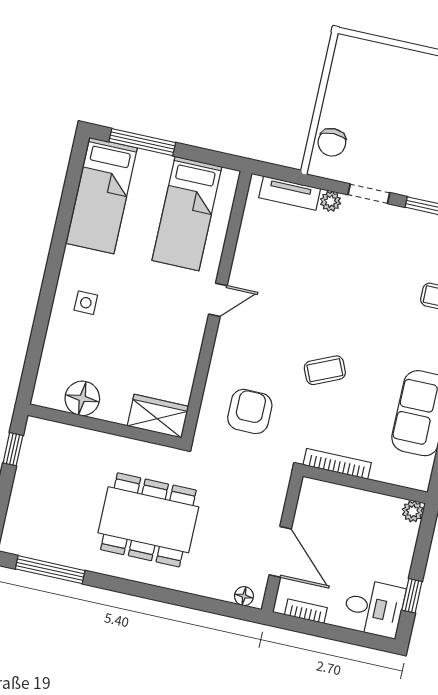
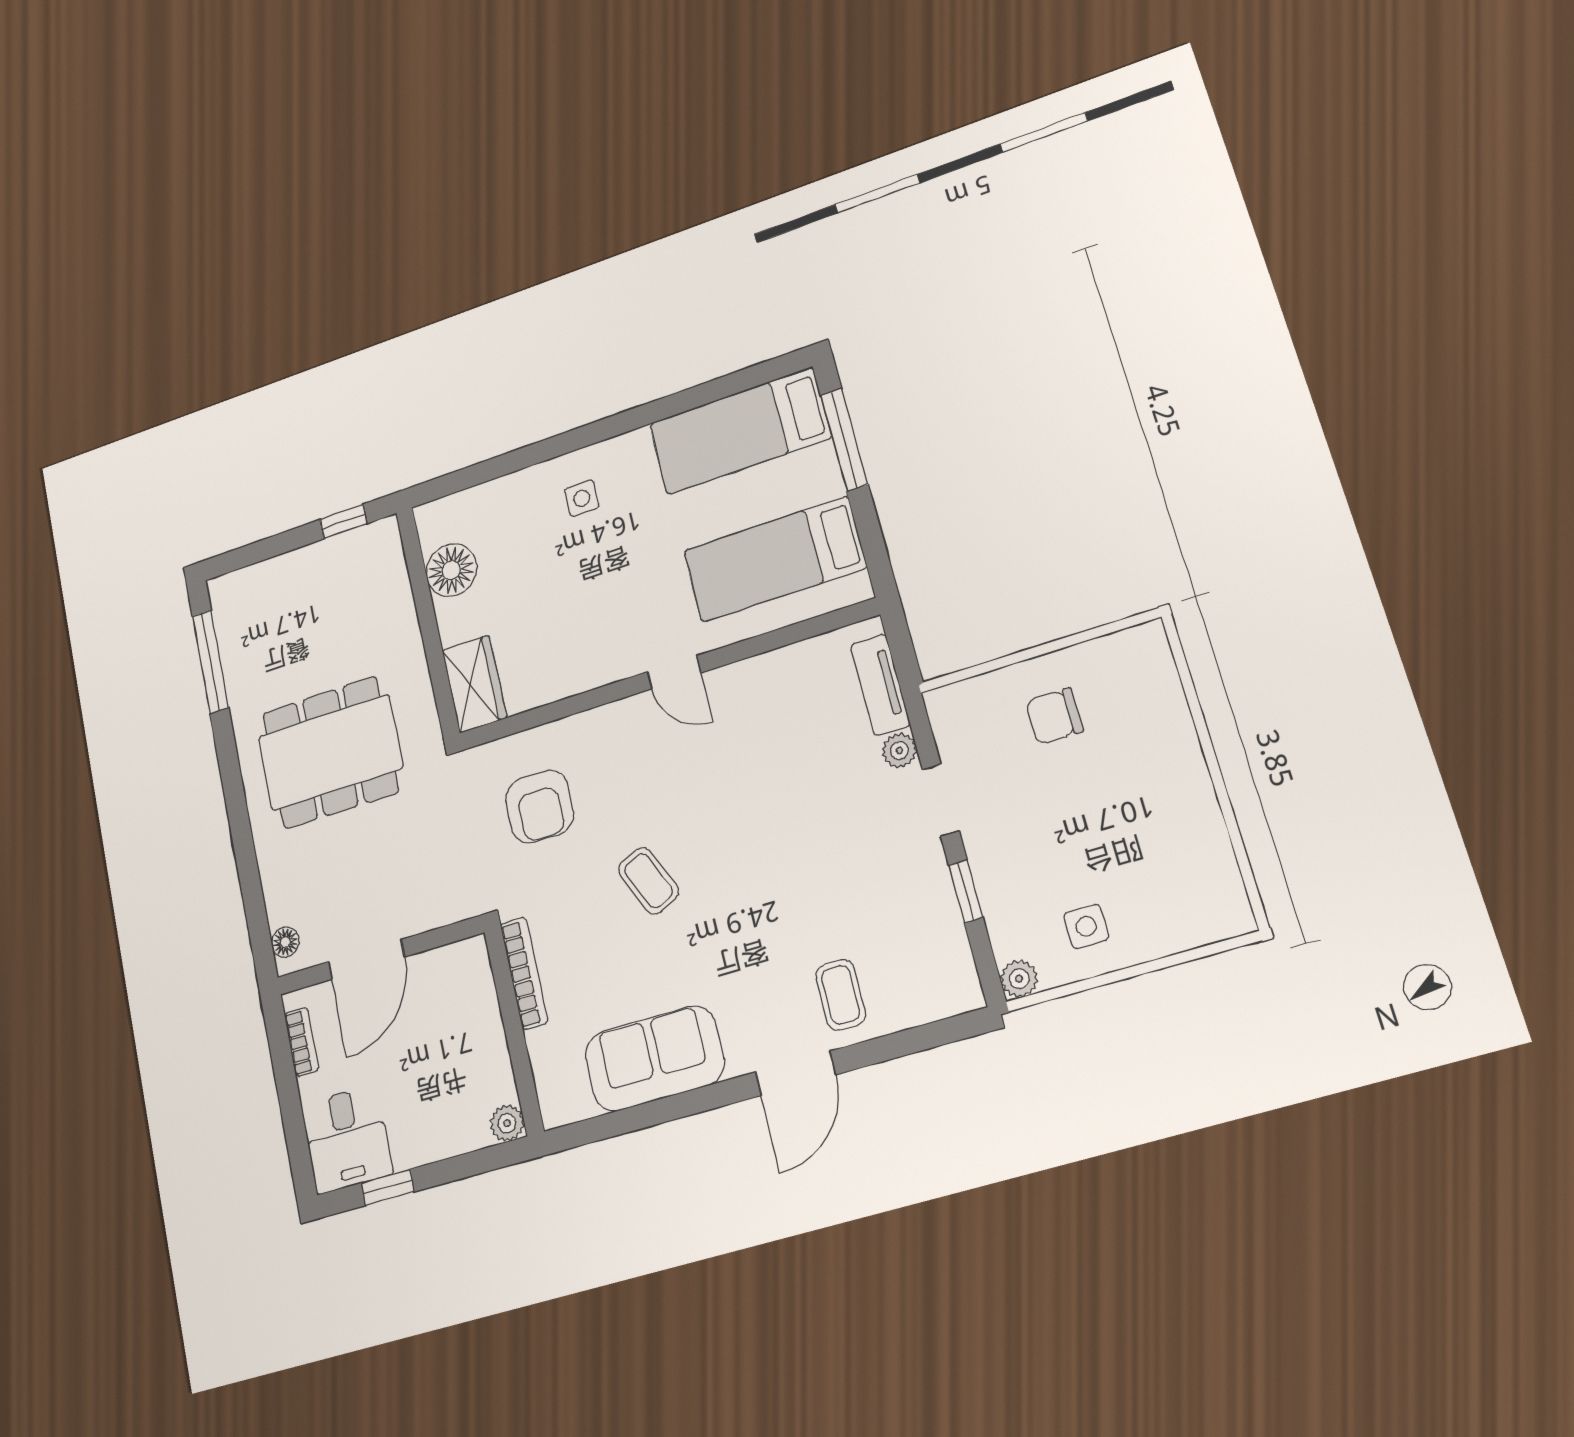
chair: (332, 142) -> (1054, 716), moved
armchair: (250, 411) -> (540, 807), turned 90
dining table: (148, 520) -> (330, 752), turned 90

